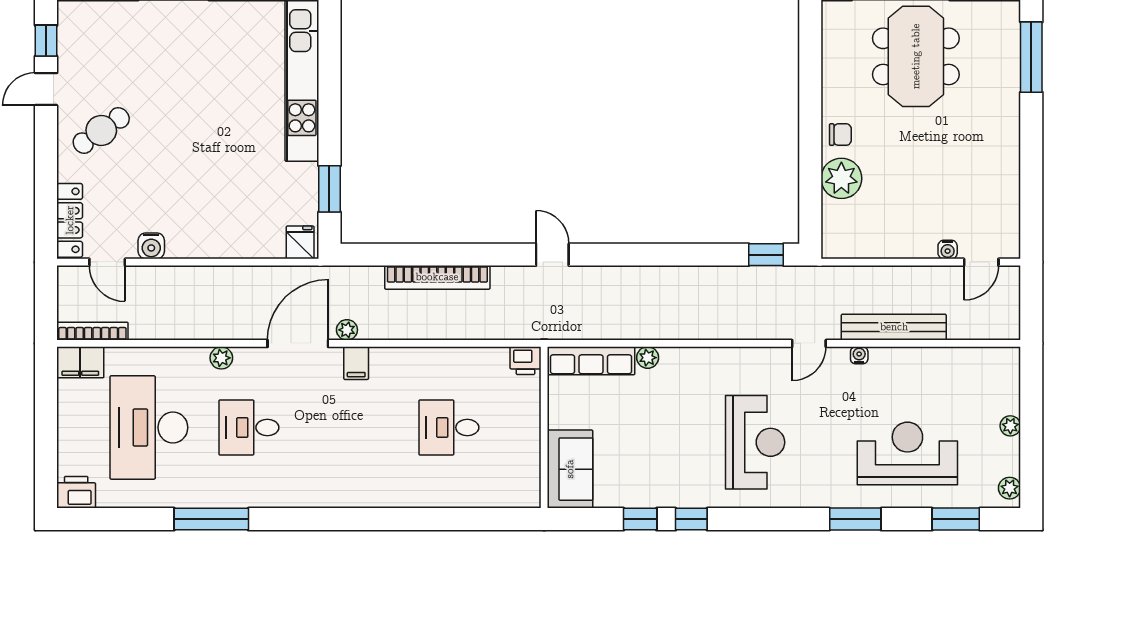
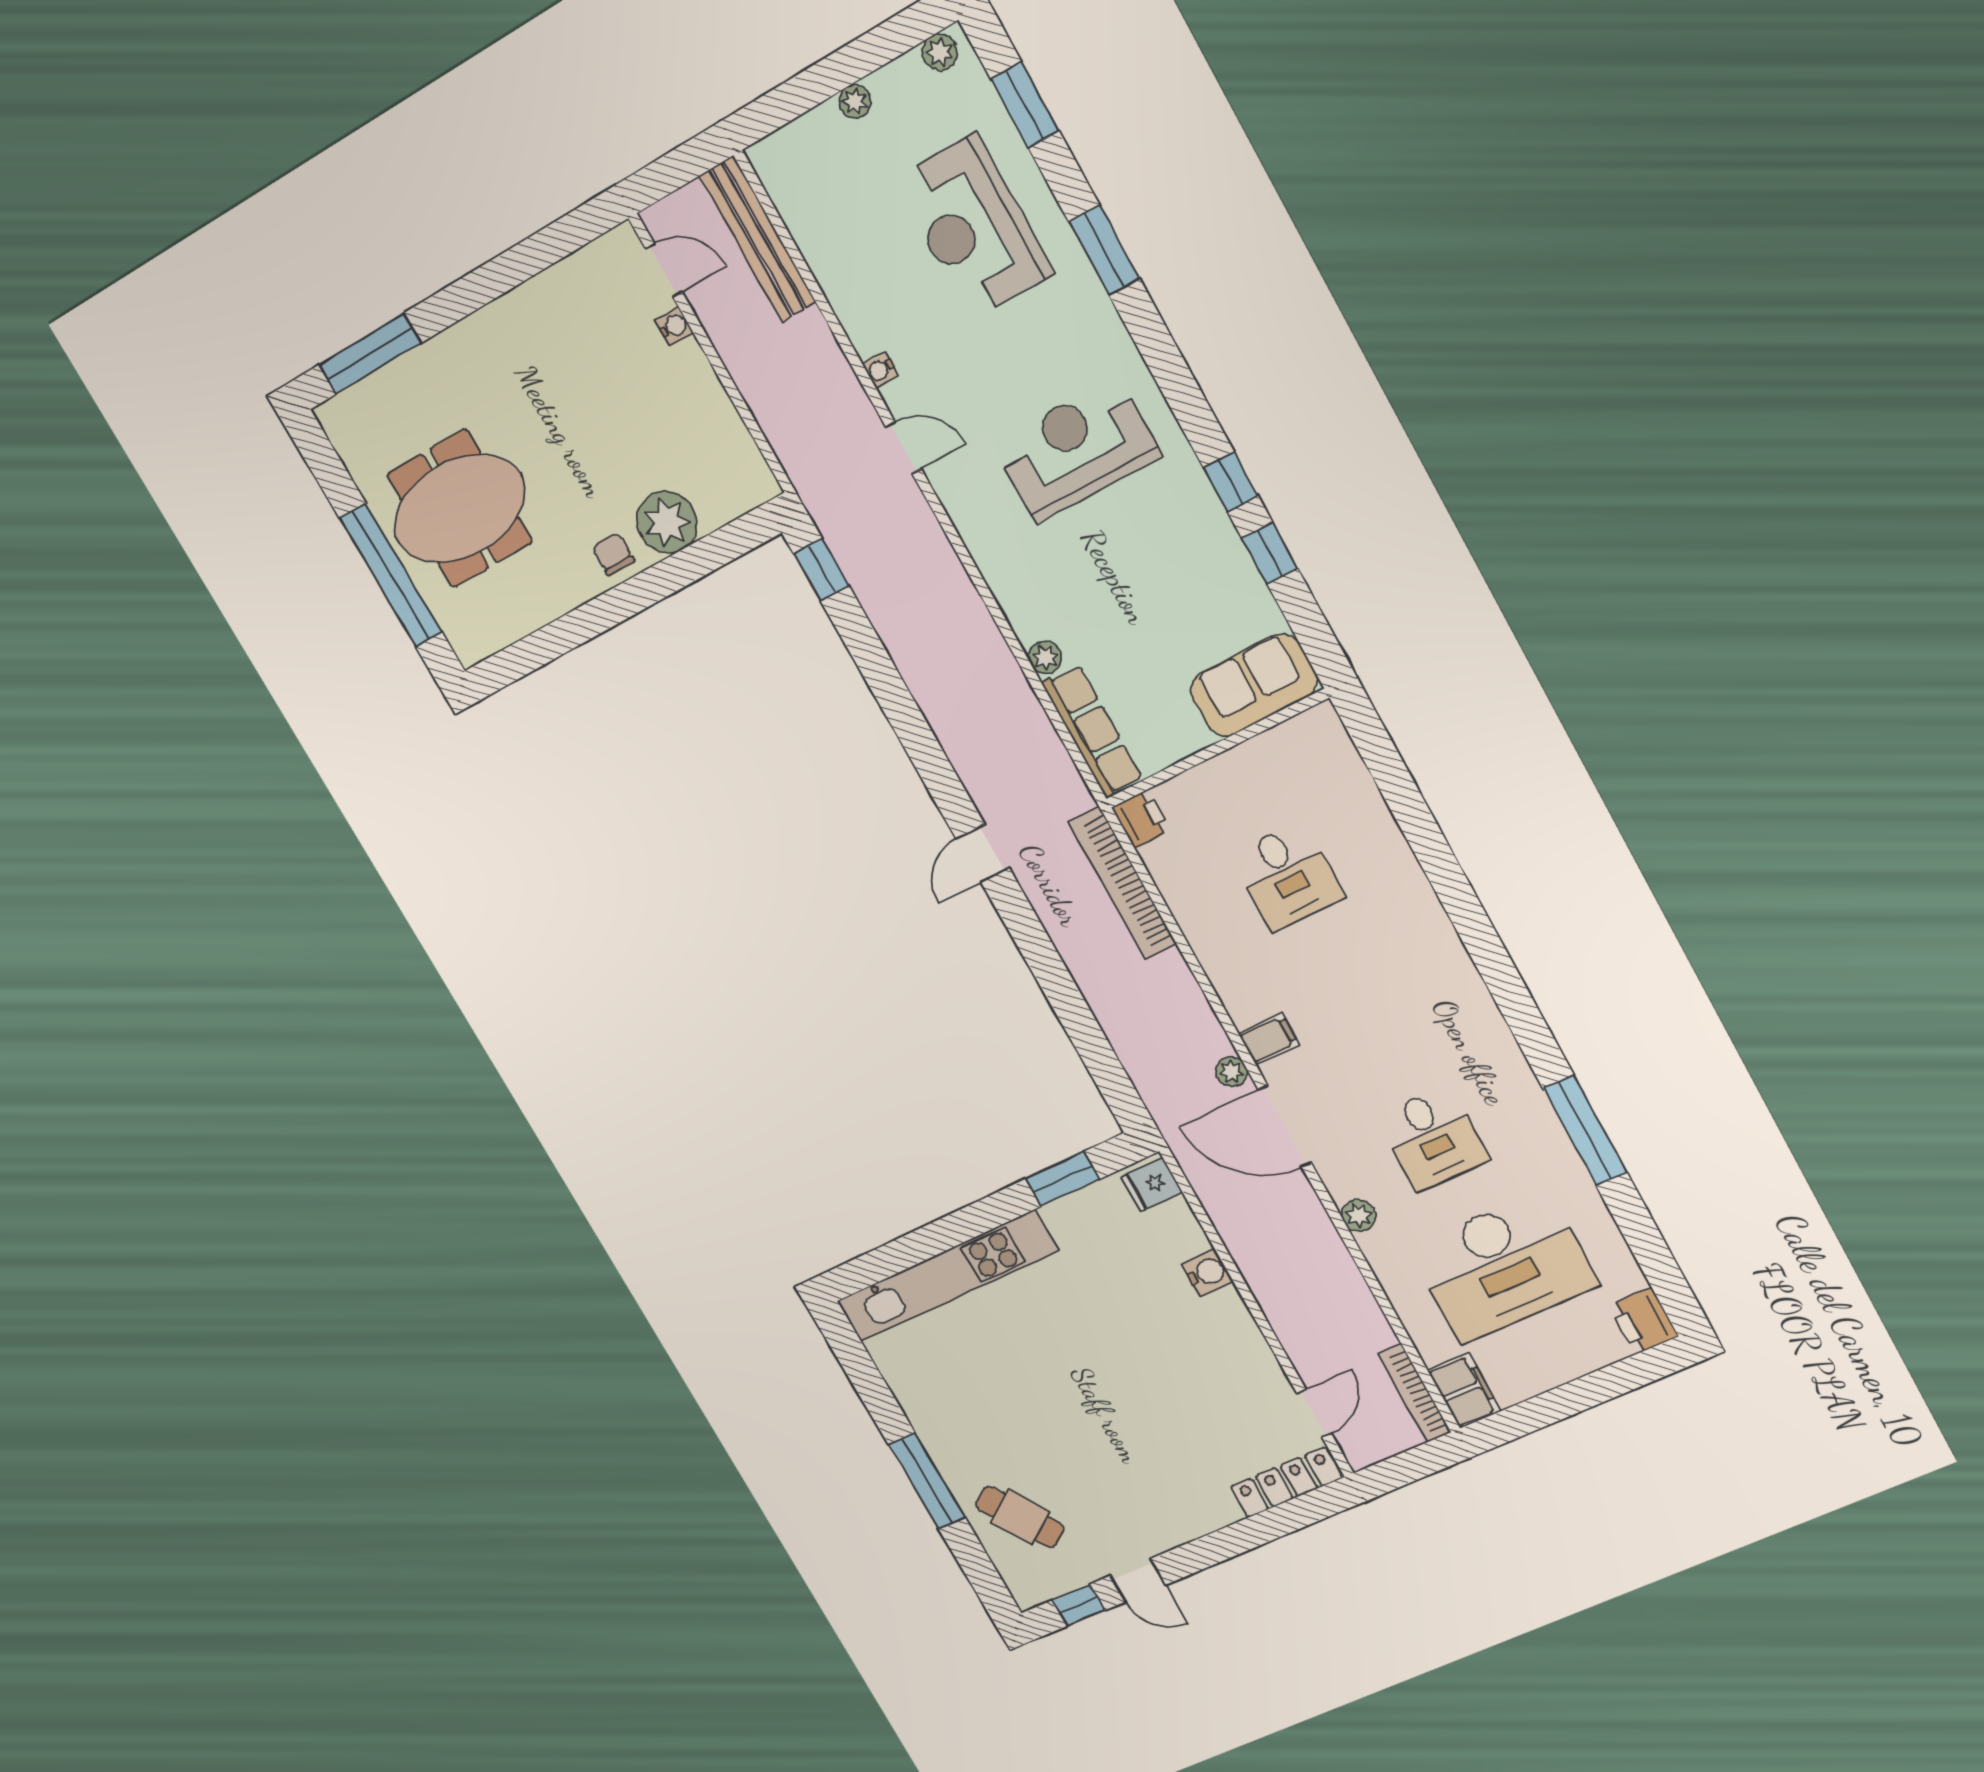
cafe table: (101, 130) -> (1020, 1517), moved
water cooler: (151, 246) -> (1207, 1272), moved
bookcase: (437, 277) -> (1122, 883), moved, turned 180
bench: (894, 327) -> (758, 239), moved

